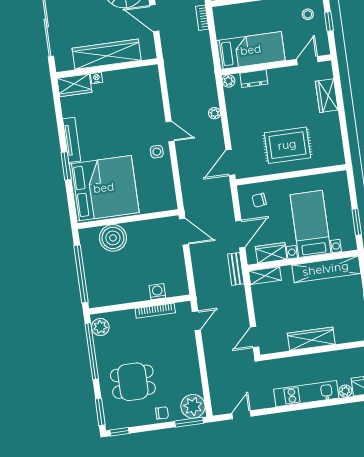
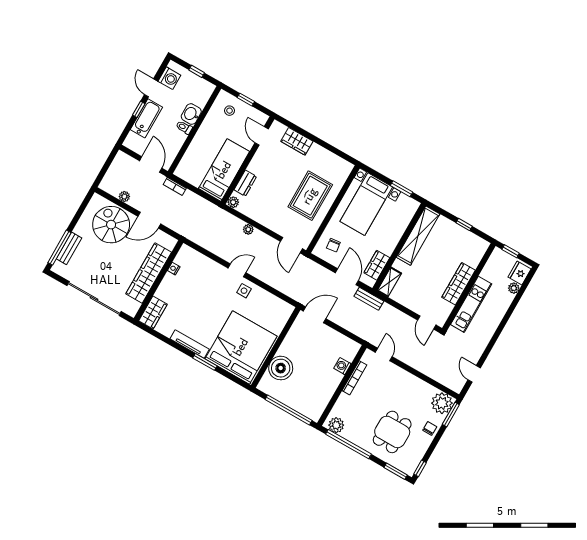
nightstand: (97, 78) -> (174, 269), moved
bed with nightstands: (310, 224) -> (366, 204), moved, turned -90
kitchen unit: (306, 394) -> (471, 304), moved, turned 180

